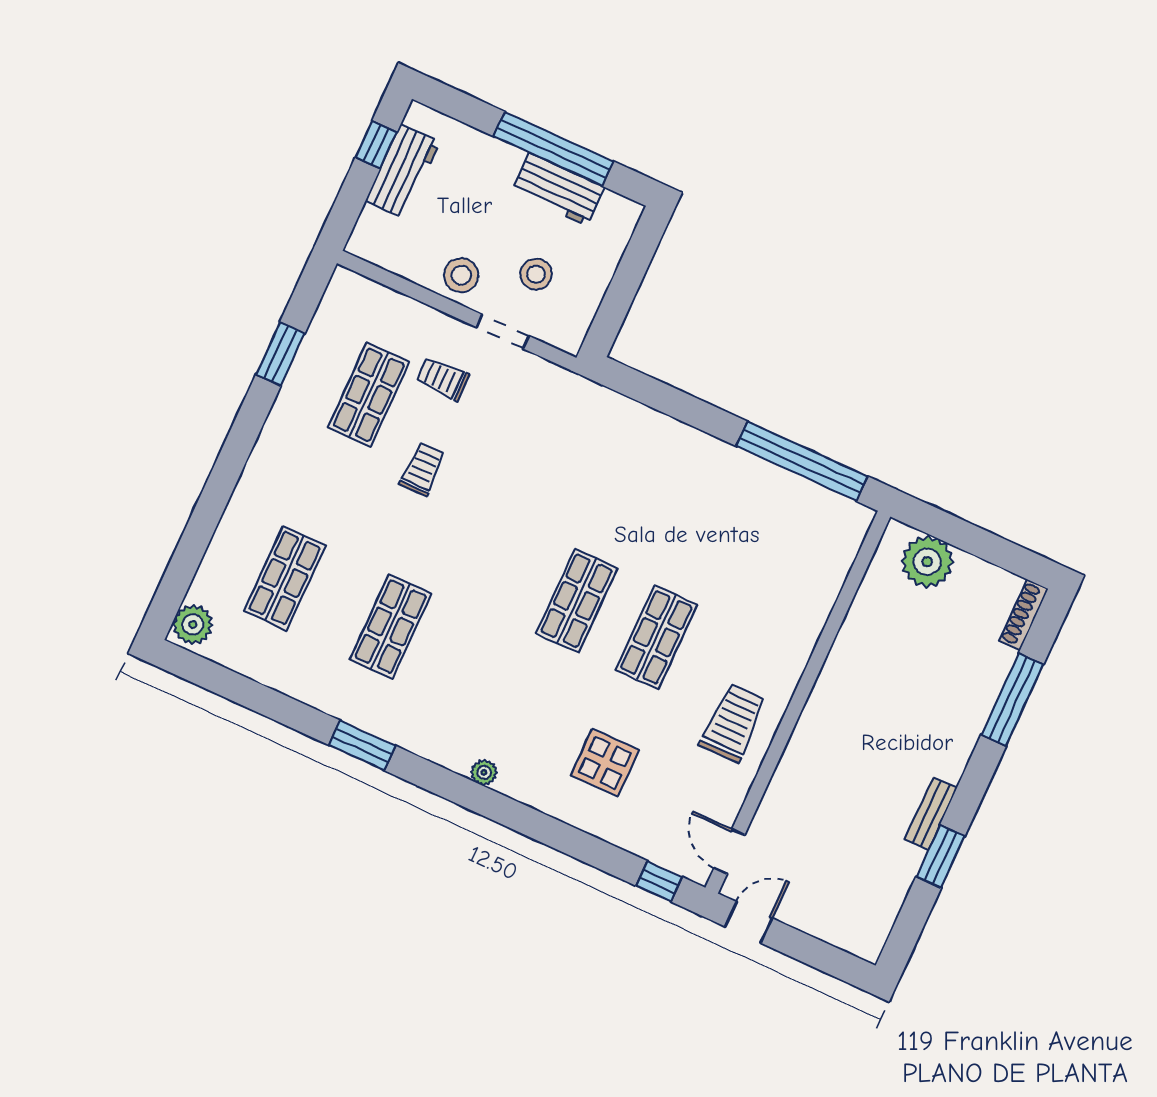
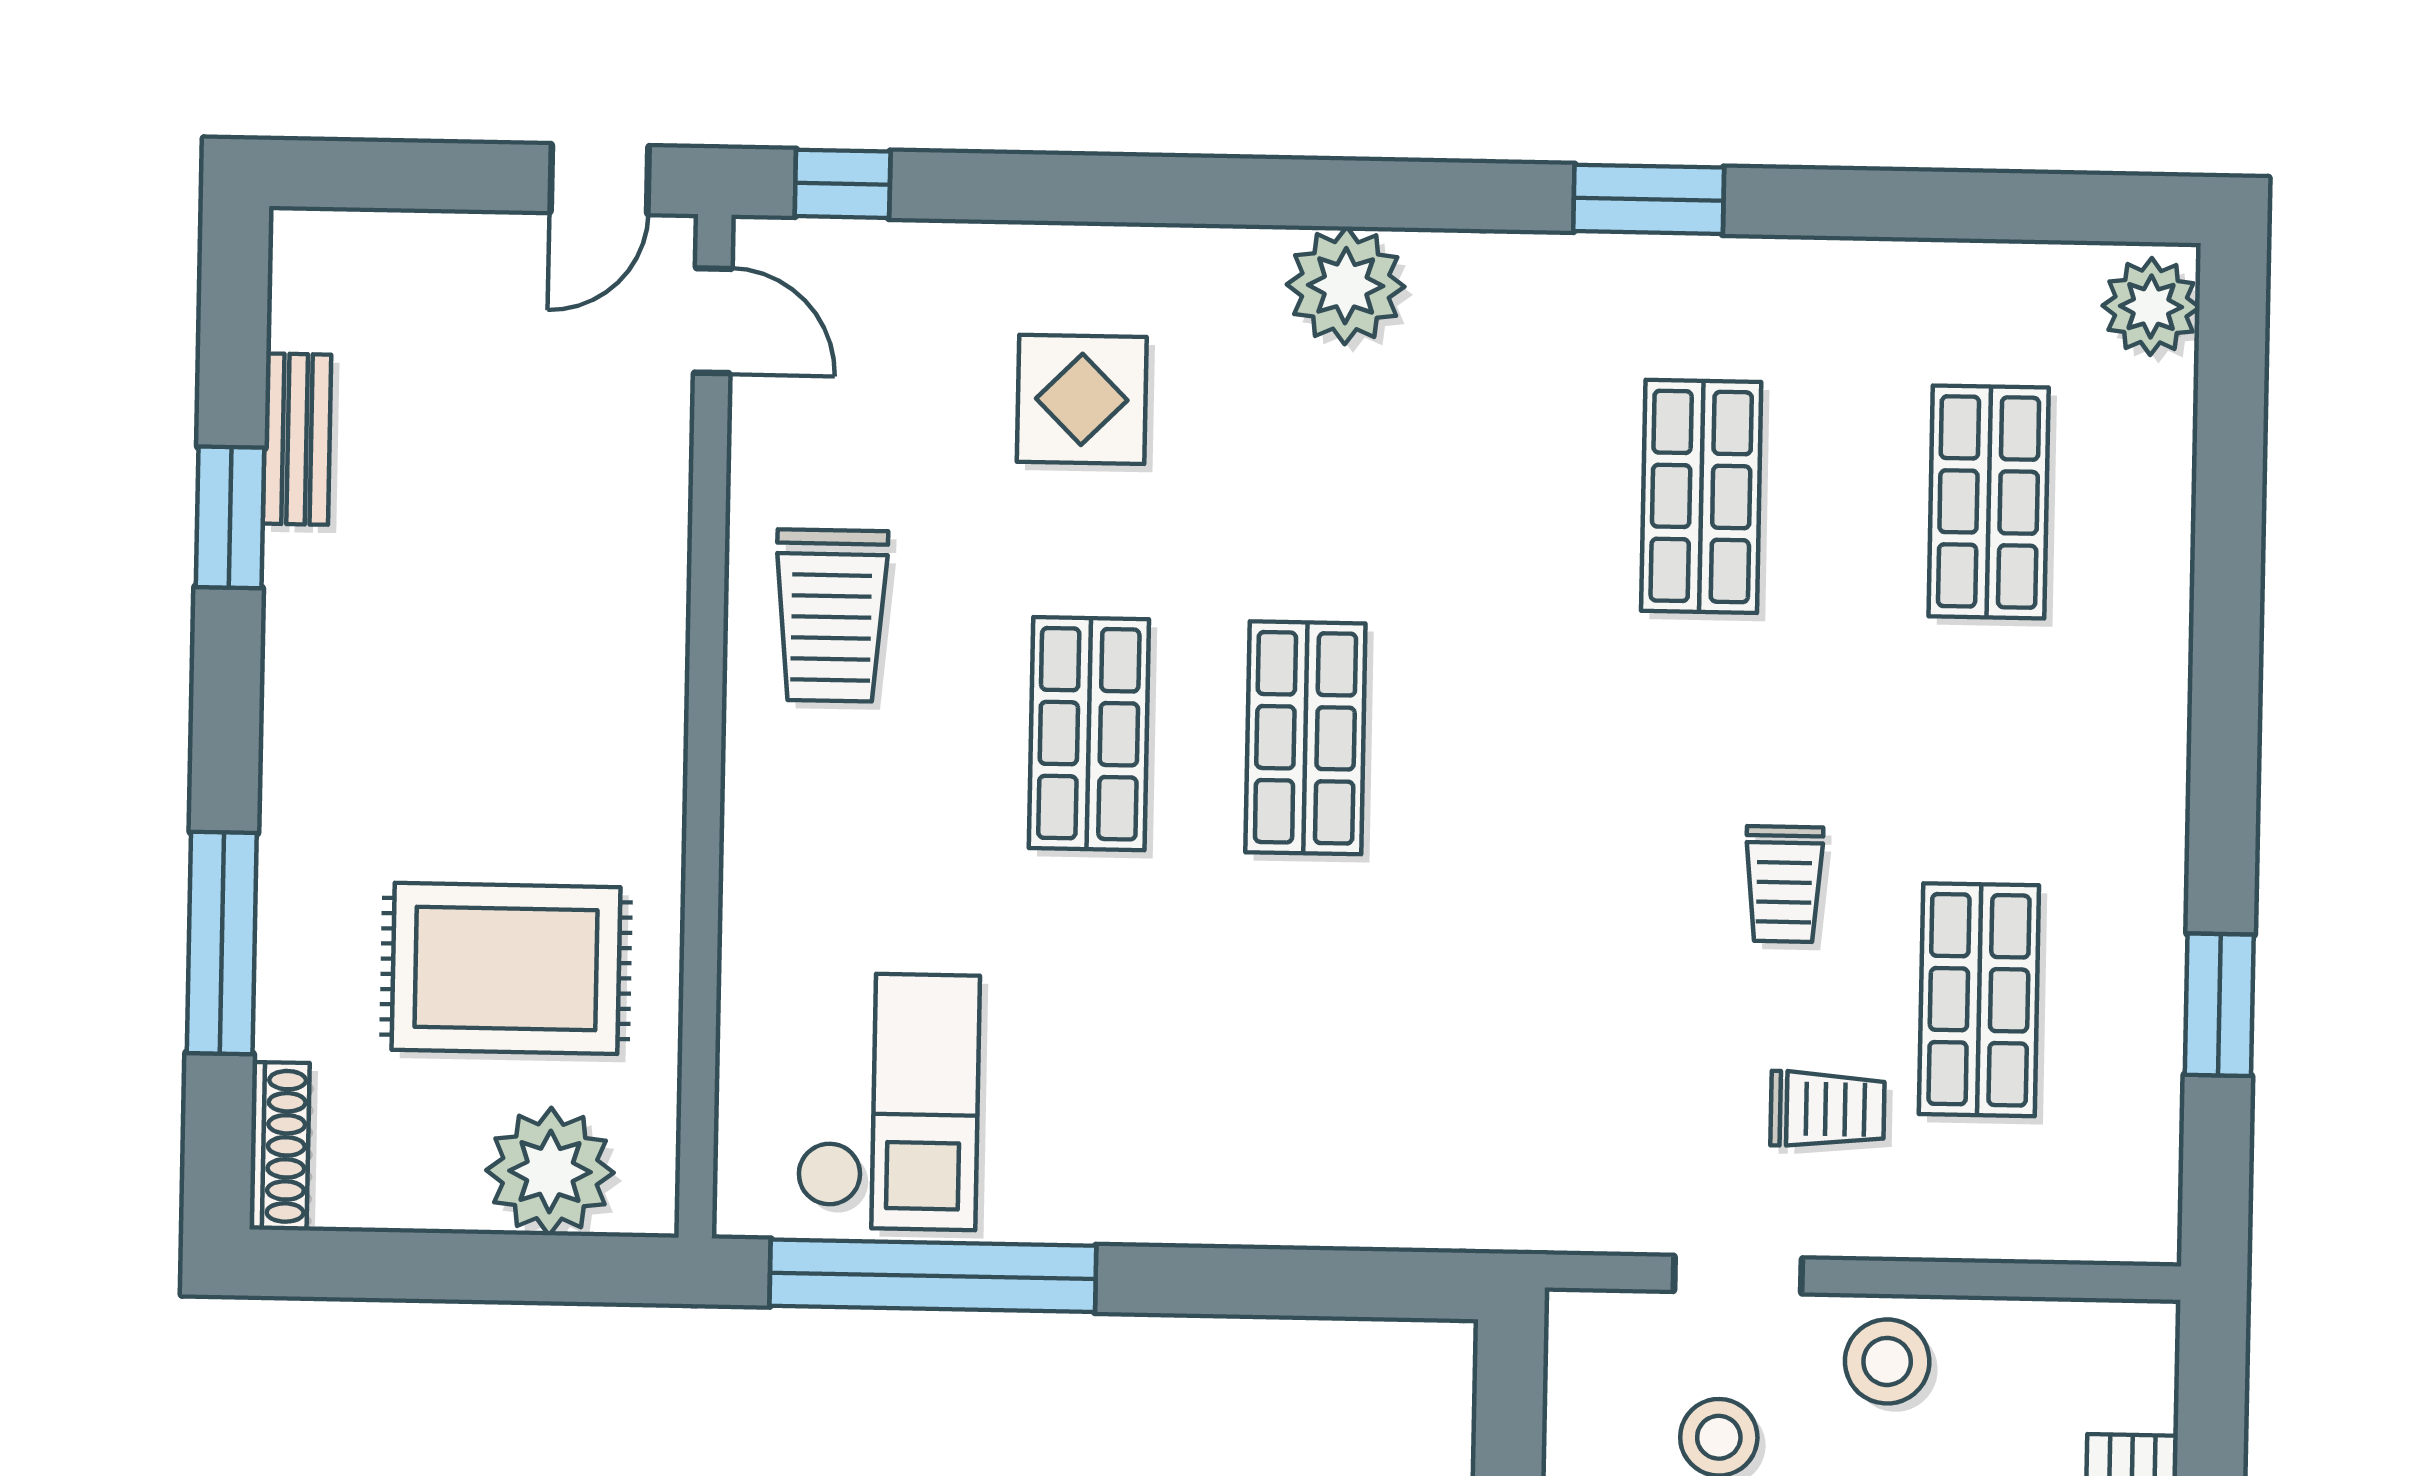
checkout: (790, 533) -> (888, 1101), added
rug: (911, 644) -> (506, 968), added
plant: (484, 772) -> (1346, 286), width x1.88, depth x1.88
bench: (931, 814) -> (297, 439), moved

